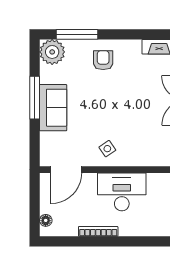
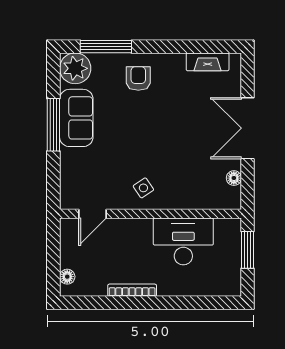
sofa: (53, 108) -> (76, 118), moved
door: (66, 170) -> (93, 214), width x0.73
desk: (122, 192) -> (183, 241), moved

